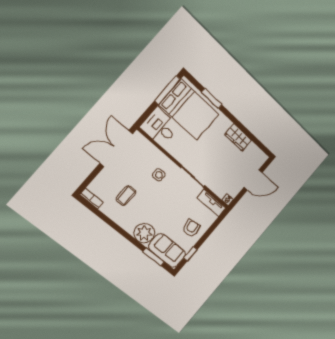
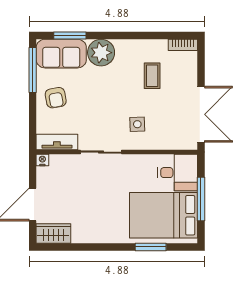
window: (167, 90) -> (201, 199), moved
wardrobe: (238, 137) -> (53, 233), moved
window: (190, 254) -> (33, 70), width x2.17

